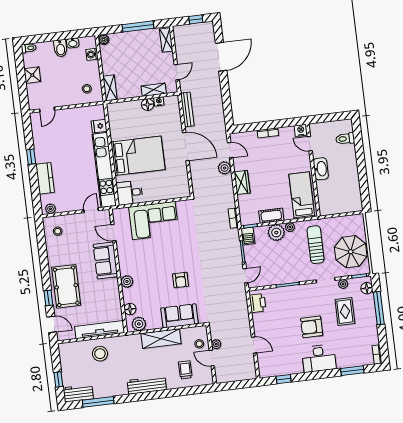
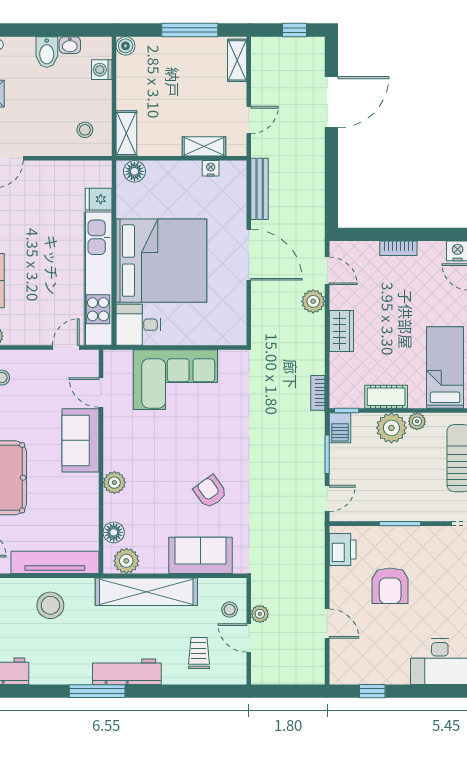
floor lamp: (148, 105) -> (134, 171), moved
bed: (138, 156) -> (161, 261), width x1.36
armchair: (181, 280) -> (210, 492), turned 144
armchair: (312, 327) -> (390, 586), moved, turned -90
shelving: (161, 339) -> (146, 592), width x1.47
window: (98, 402) -> (97, 691), moved

